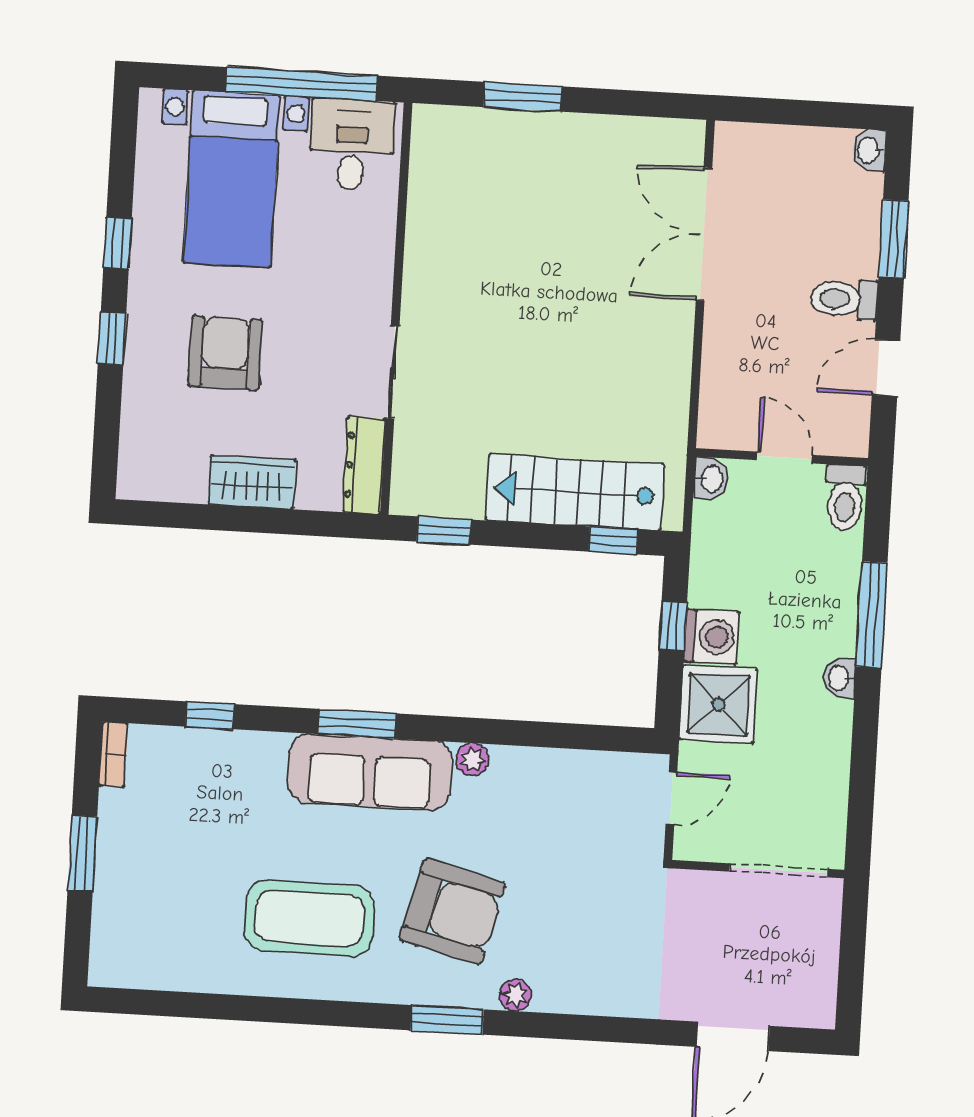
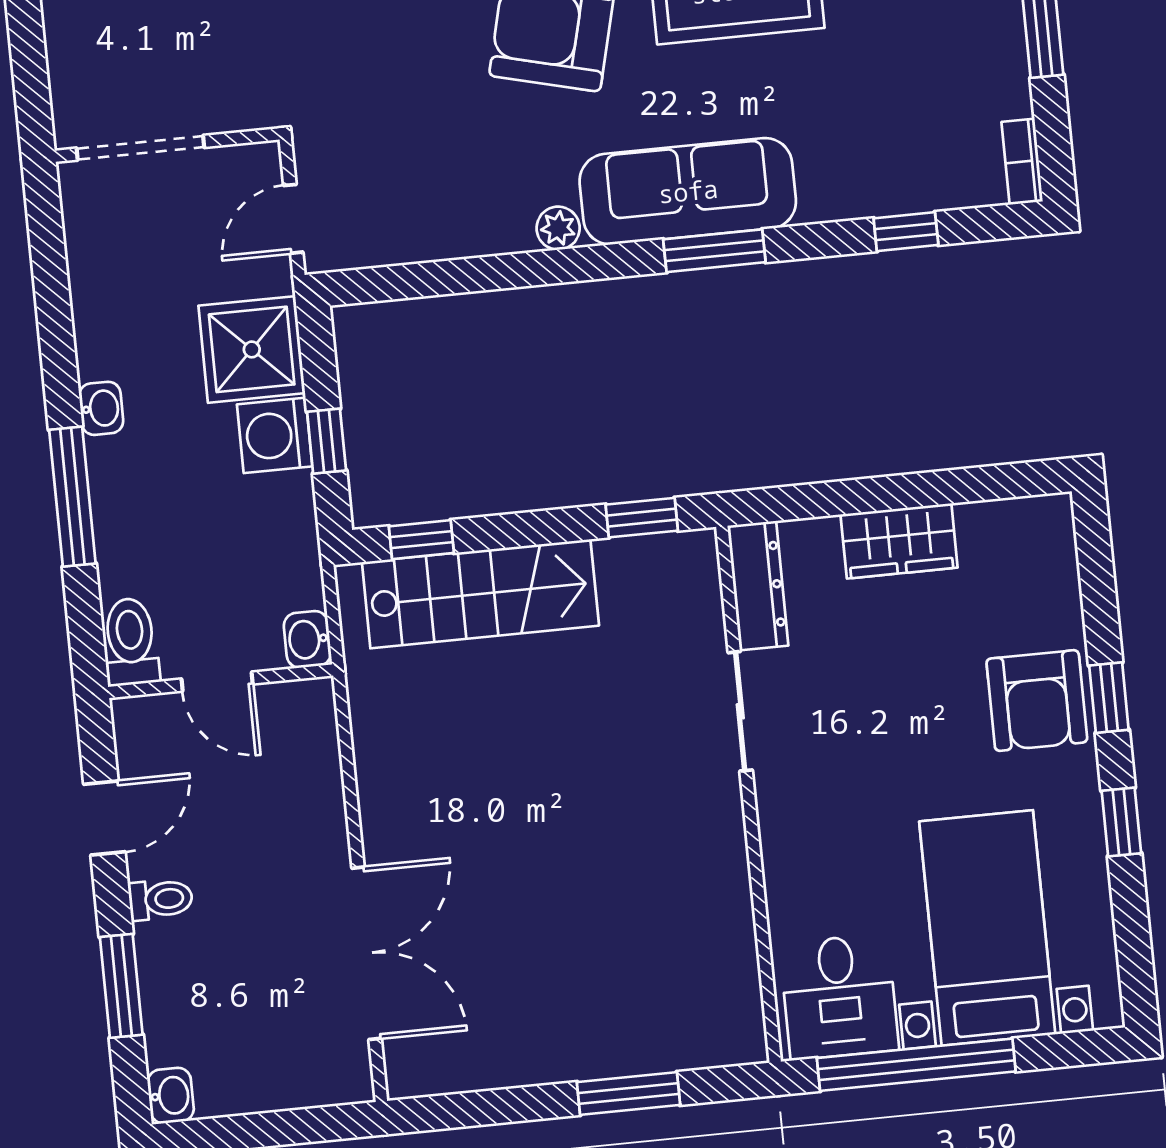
toilet: (844, 299) -> (161, 899), width x0.73, depth x0.72
armchair: (225, 353) -> (1037, 701), moved

